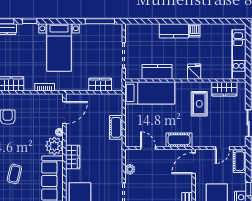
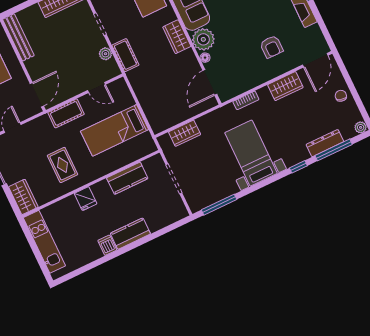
wardrobe: (224, 89) -> (23, 197), moved, turned 90
bed: (150, 93) -> (115, 130), moved
cot: (116, 127) -> (125, 55), moved

